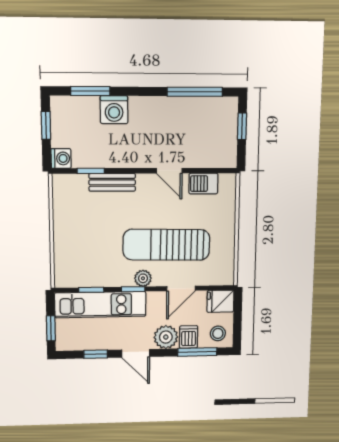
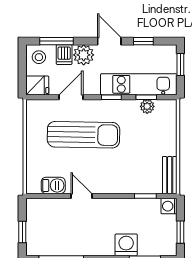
bench: (112, 182) -> (170, 175), moved, turned 90
plant: (143, 278) -> (147, 106), moved

